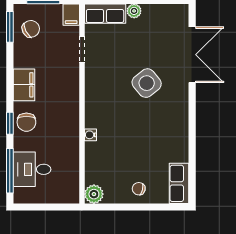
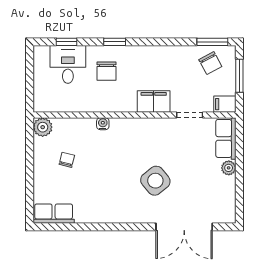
filing cabinet: (24, 85) -> (154, 102), moved, turned 180
chair: (26, 122) -> (107, 71), moved, turned -90
window: (10, 171) -> (66, 42), width x0.46
chair: (139, 189) -> (67, 160), moved

